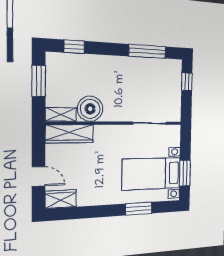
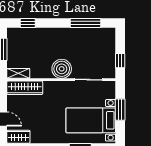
window: (187, 82) -> (120, 61), moved
boiler: (90, 109) -> (62, 69), moved
window: (185, 173) -> (120, 110), moved

